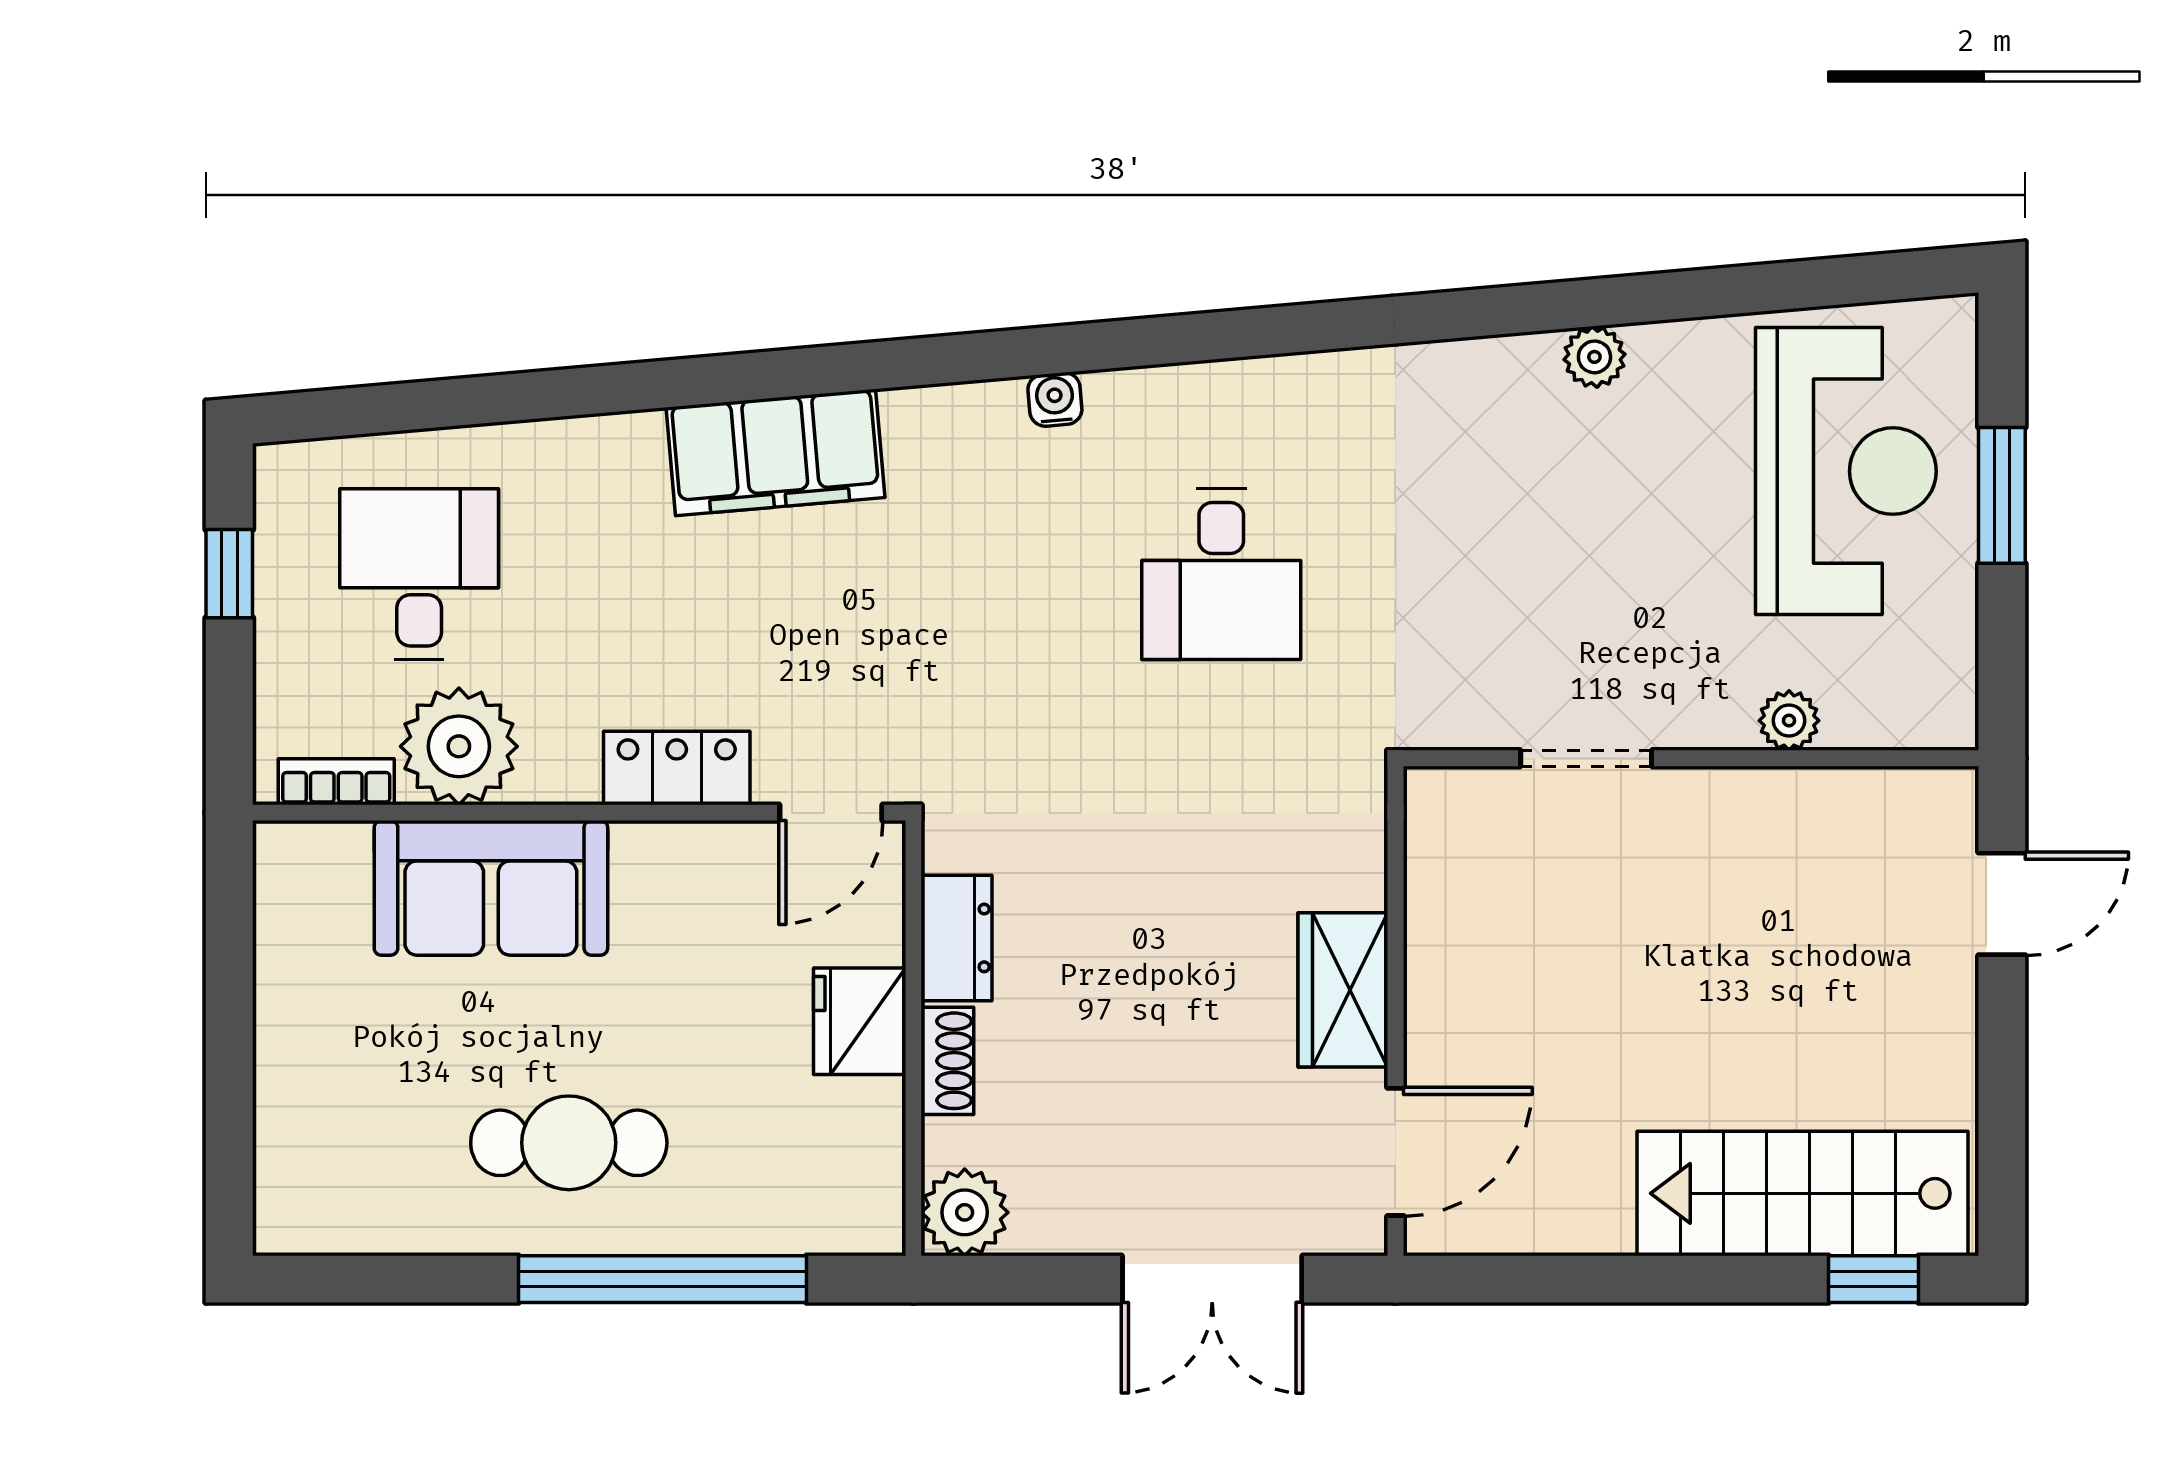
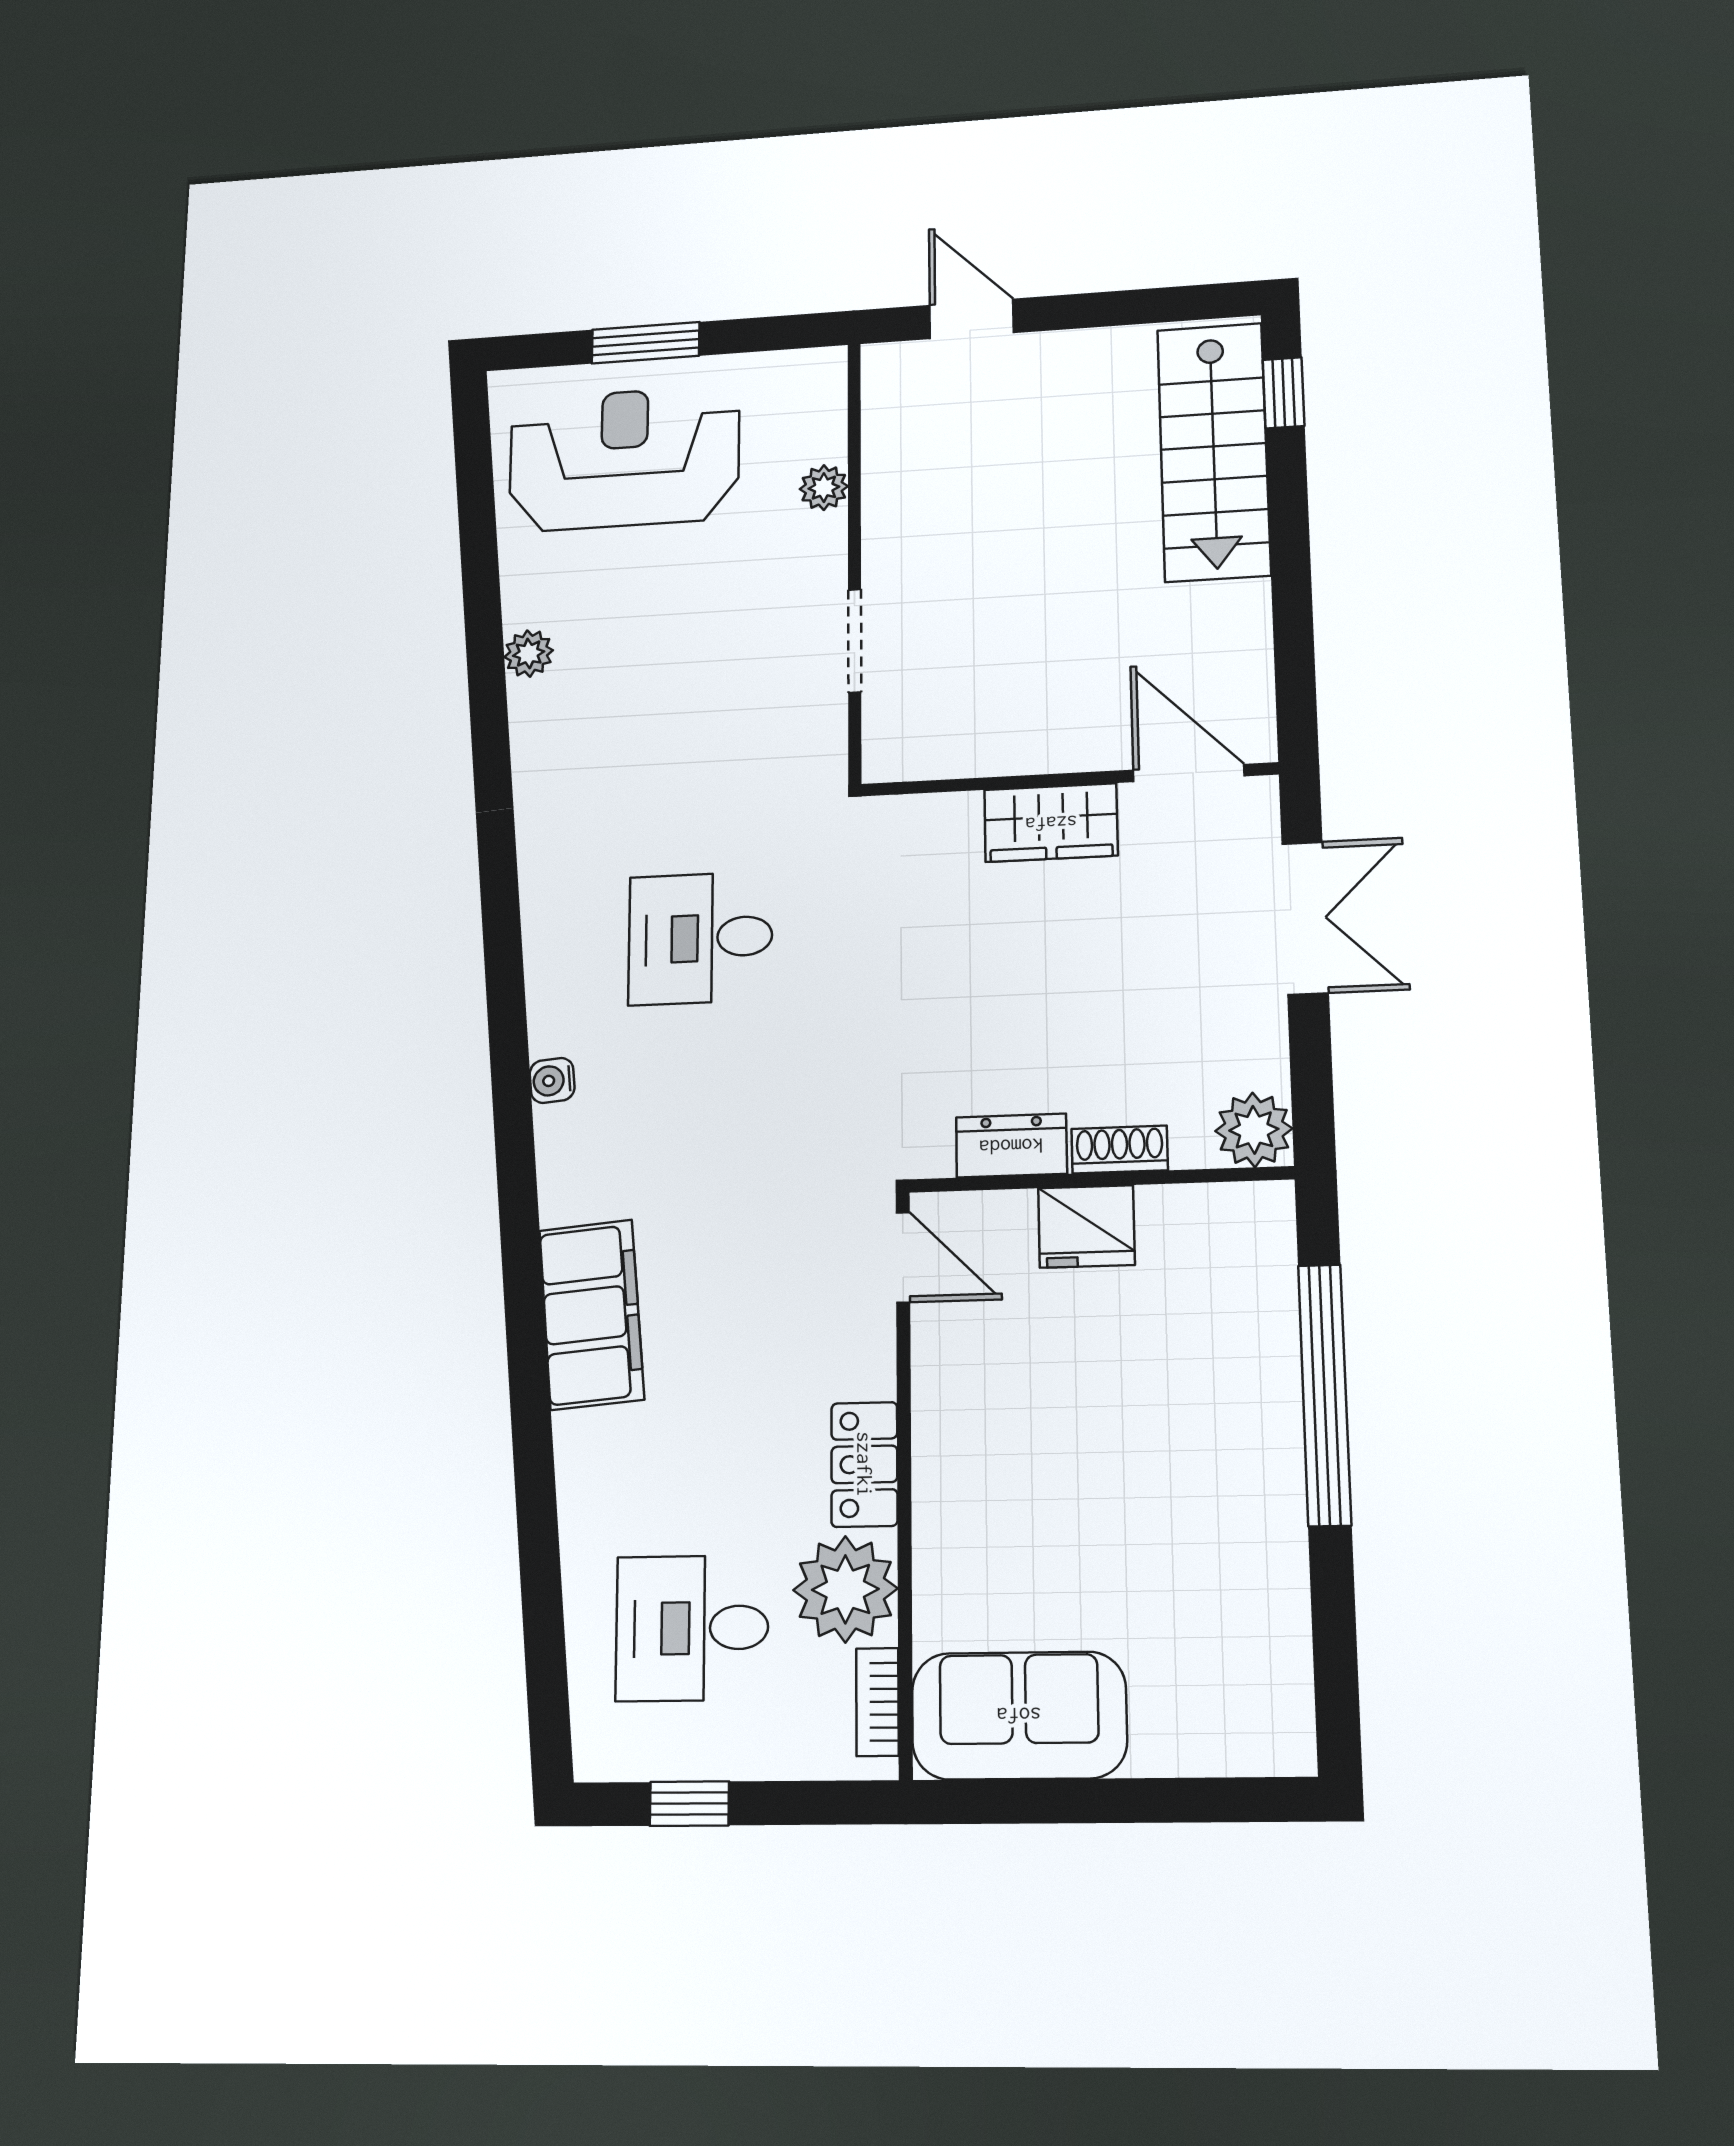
desk: (1221, 574) -> (700, 938), turned 180
locker: (677, 768) -> (864, 1464), moved
sofa: (491, 888) -> (1019, 1715), moved, turned -90
cafe table: (569, 1143) -> (1203, 1482), removed

